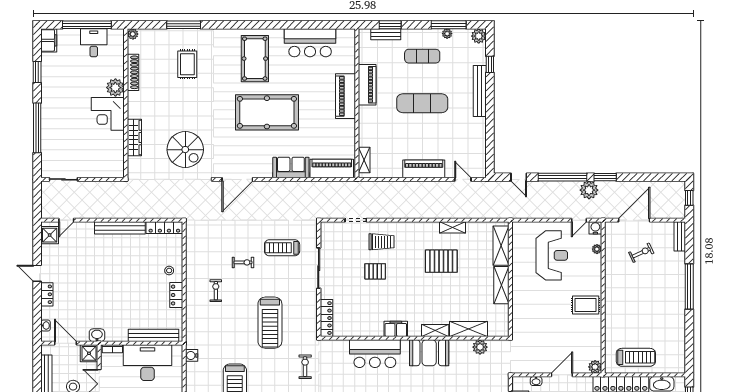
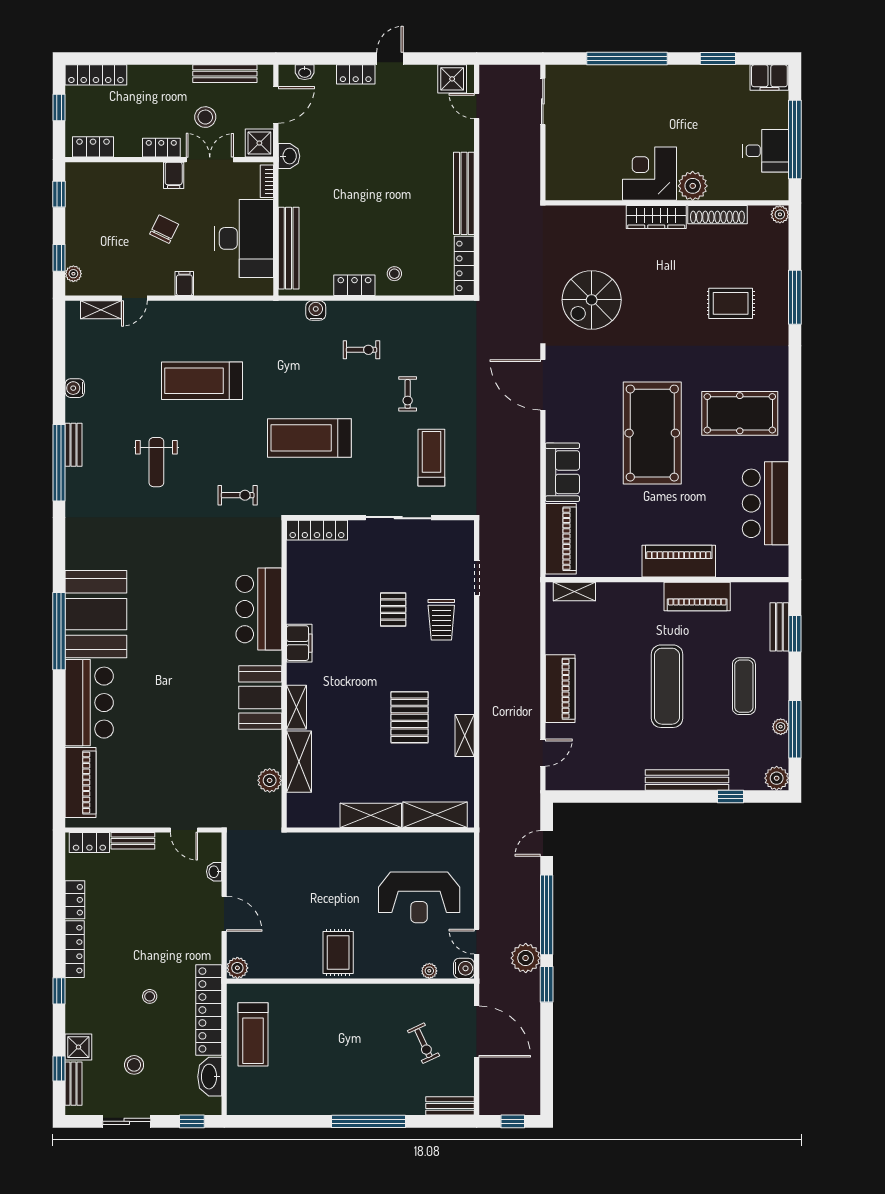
wardrobe: (134, 138) -> (656, 217), moved
water cooler: (192, 355) -> (316, 310), moved

